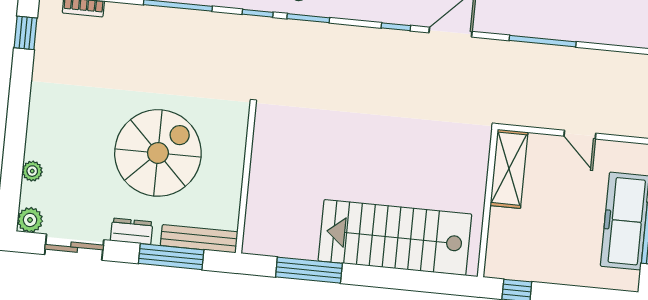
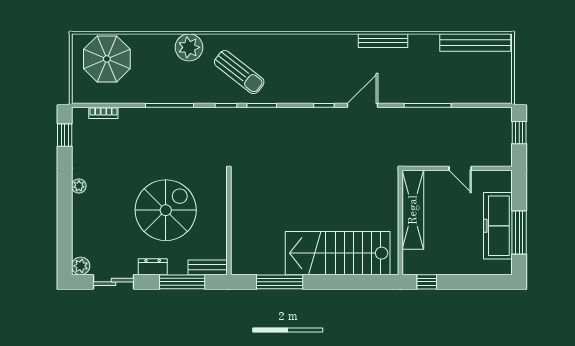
shelving: (509, 169) -> (413, 210), width x1.47
plant: (32, 171) -> (79, 186), moved
bench: (199, 239) -> (208, 267), width x0.73

